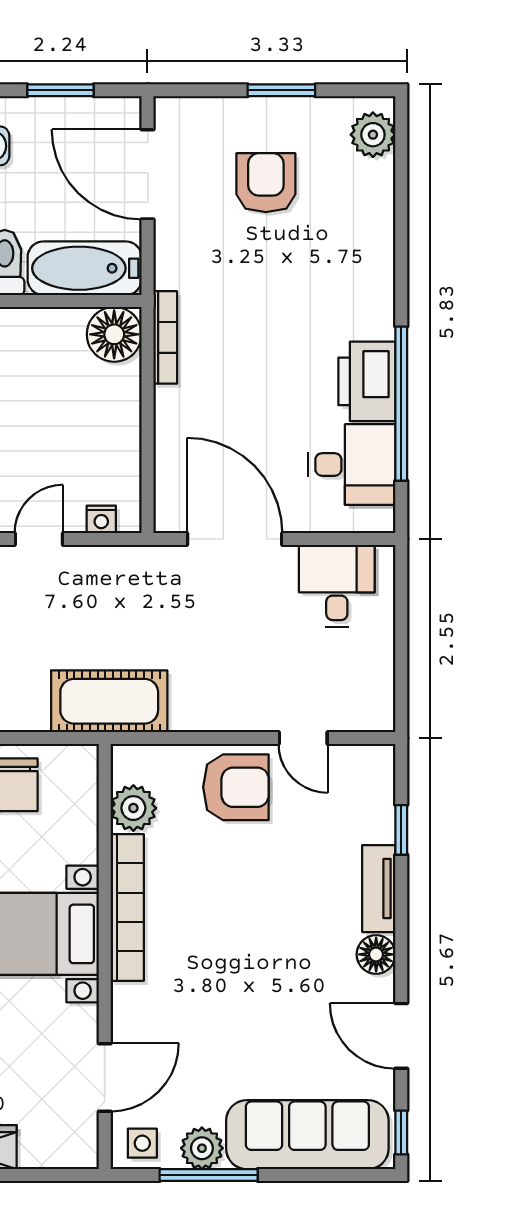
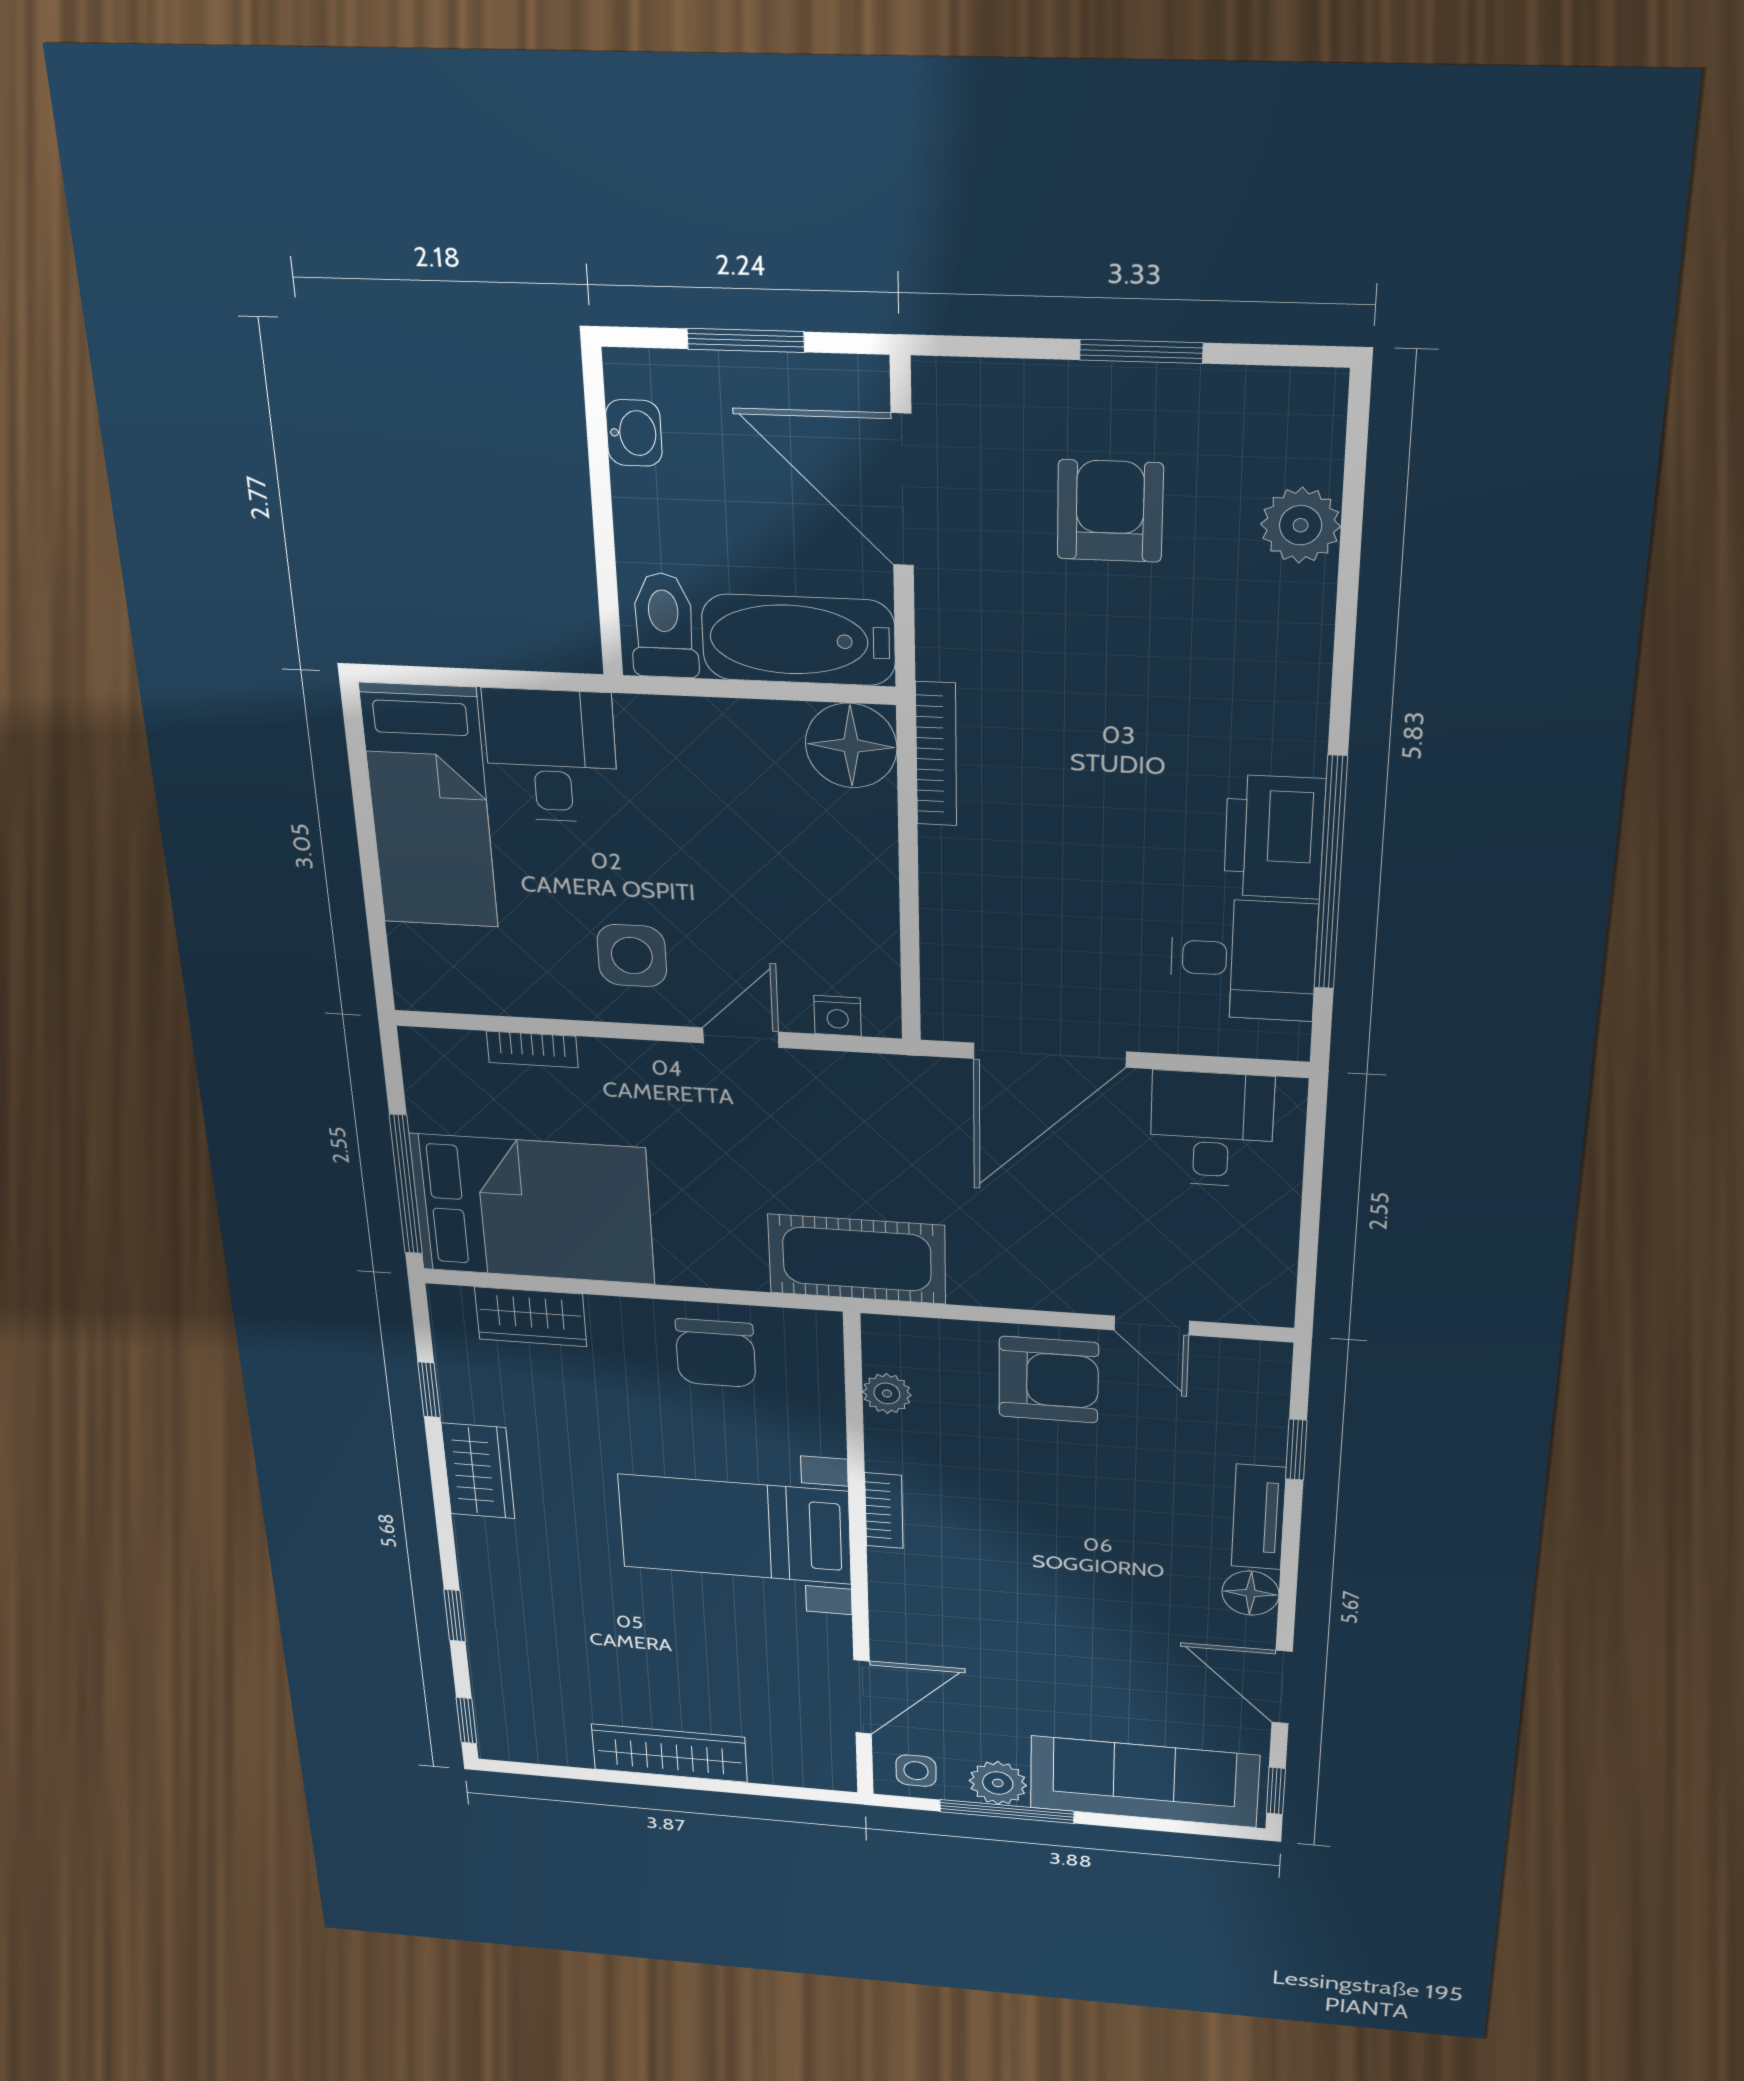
plant: (373, 135) -> (1301, 525), moved
door: (235, 539) -> (1050, 1055), swing flipped
plant: (133, 808) -> (887, 1393), width x0.73, depth x0.73
bookcase: (127, 907) -> (884, 1511), width x0.43, depth x0.76

